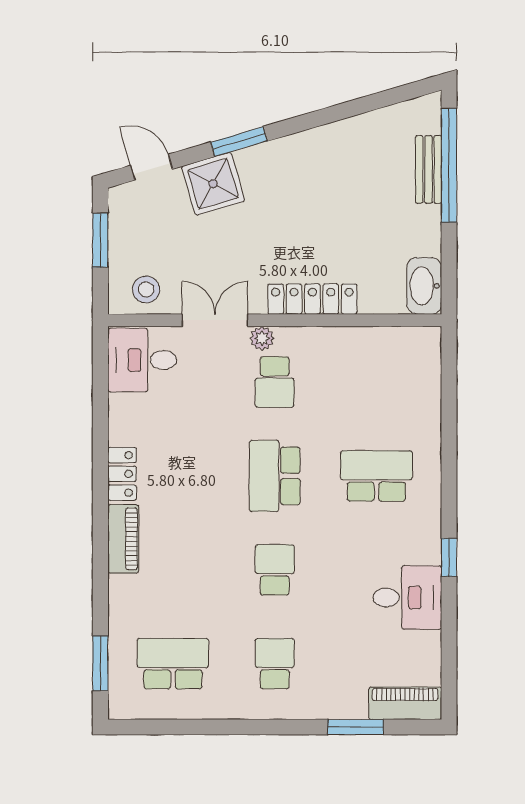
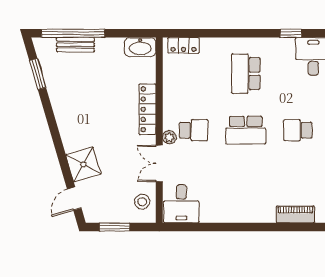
window: (239, 142) -> (38, 74), moved
locker: (122, 474) -> (183, 45), moved, turned 180
piano: (123, 539) -> (295, 214), moved

